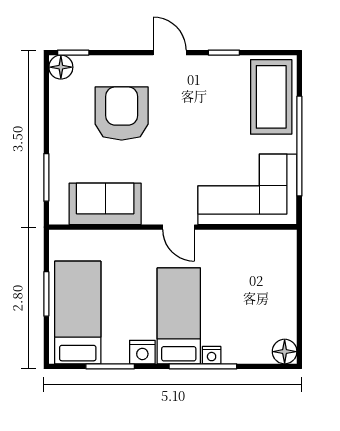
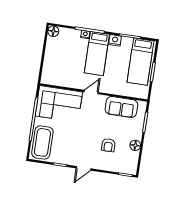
door: (170, 53) -> (84, 168), hinge flipped
floor lamp: (61, 67) -> (135, 145), moved
armchair: (122, 113) -> (108, 145), width x0.53, depth x0.53
door: (179, 227) -> (91, 92), hinge flipped

